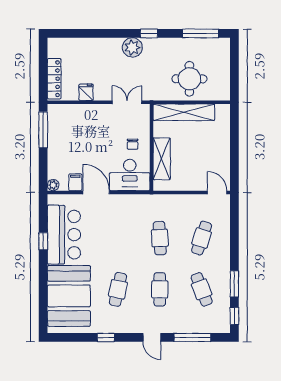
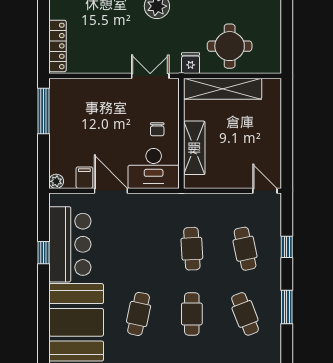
fridge: (86, 92) -> (191, 63), moved
cafe table: (202, 238) -> (245, 249), turned -30
window: (234, 316) -> (287, 247), moved

